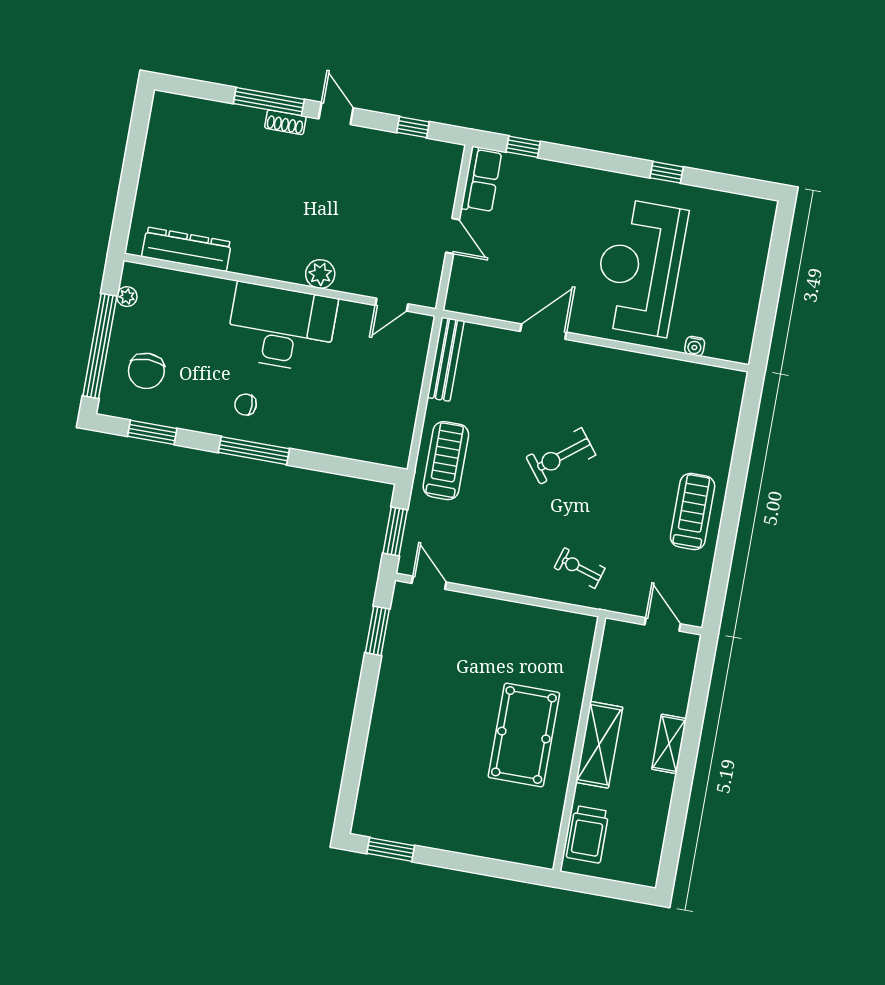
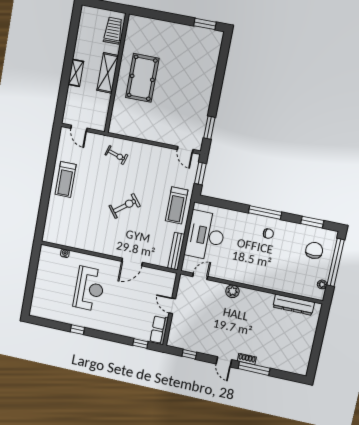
reception desk: (640, 267) -> (89, 289), width x0.74, depth x0.77
desk: (281, 327) -> (205, 236), moved, turned 90

